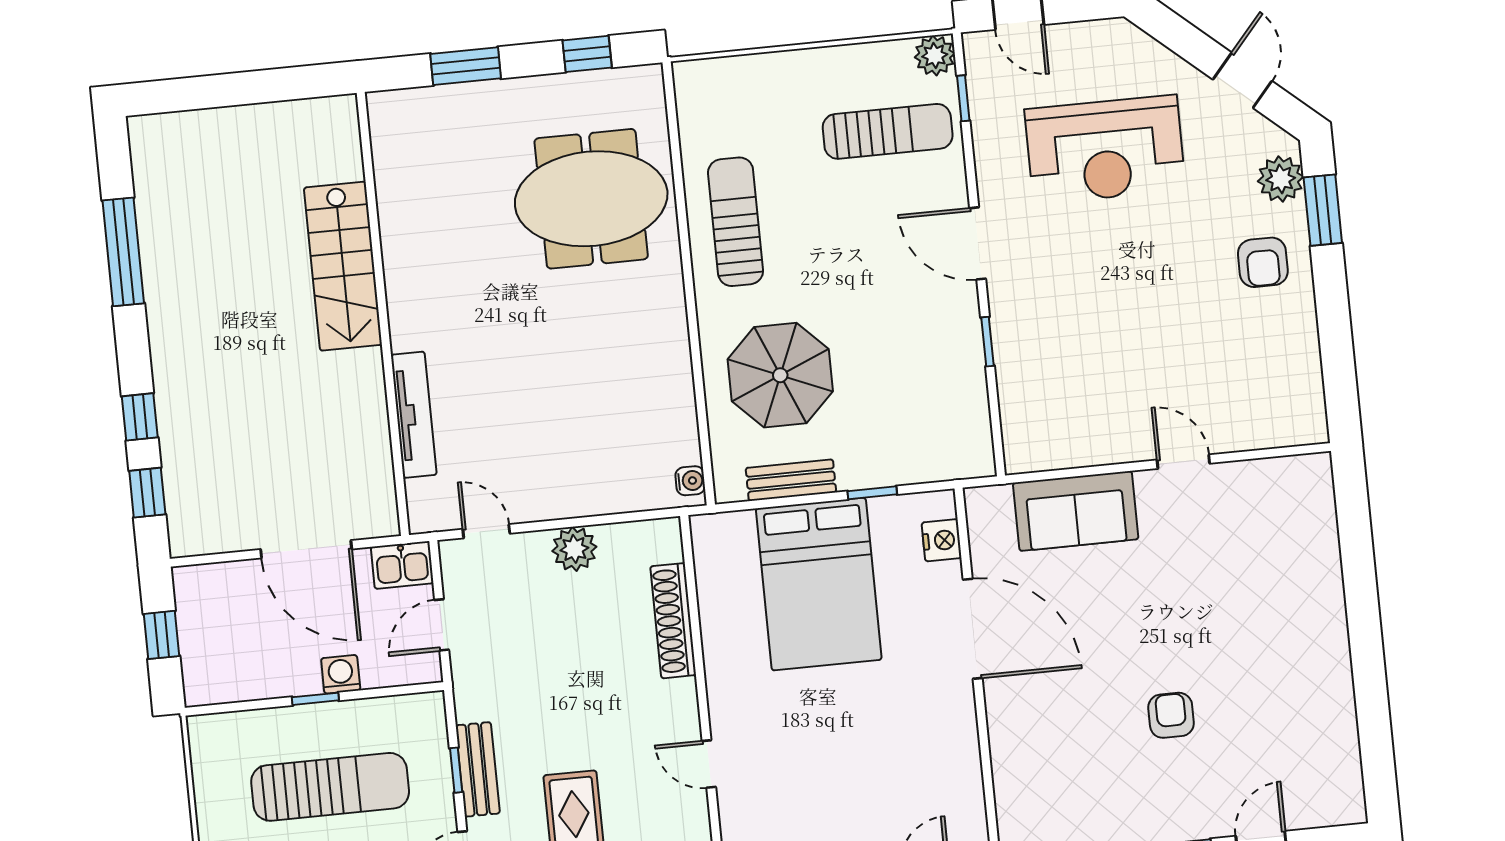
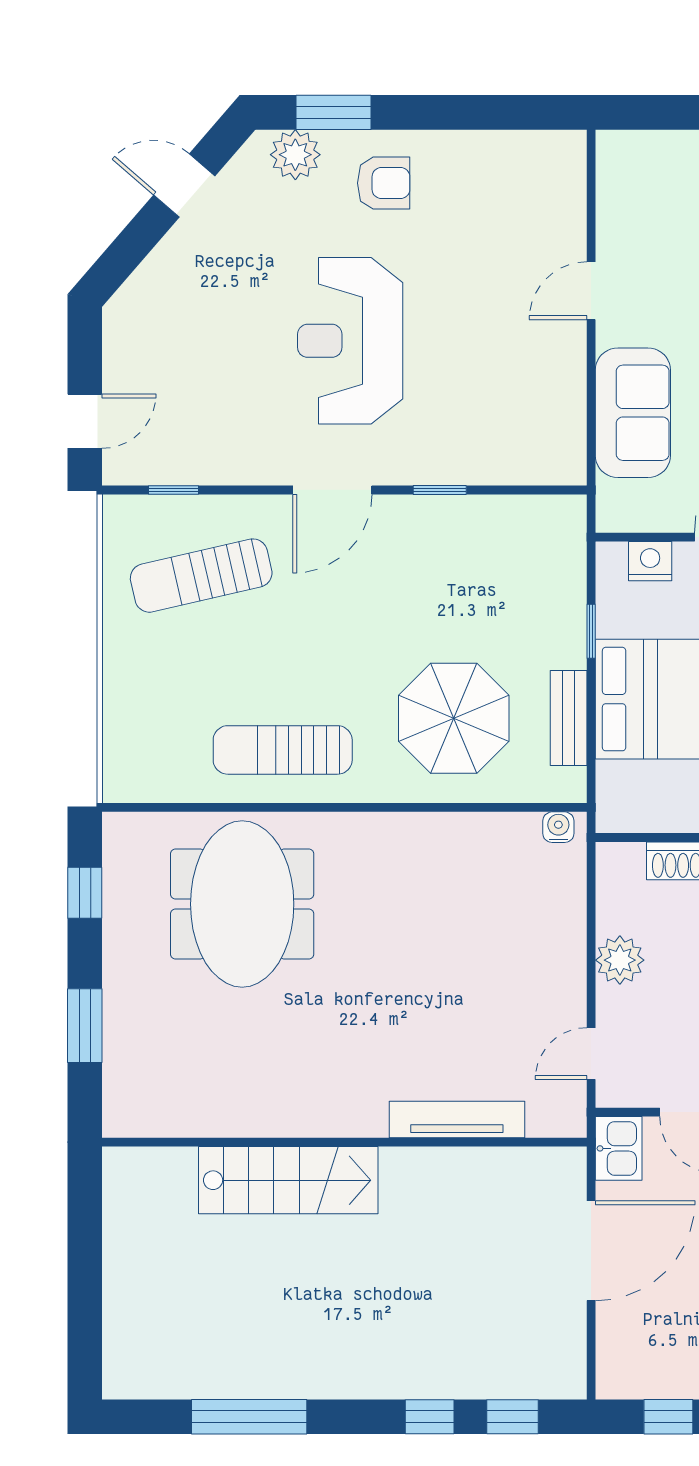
plant: (935, 55) -> (124, 516), removed
sun lounger: (888, 131) -> (201, 576), turned -103
reception desk: (1105, 150) -> (350, 341), moved, turned 180

